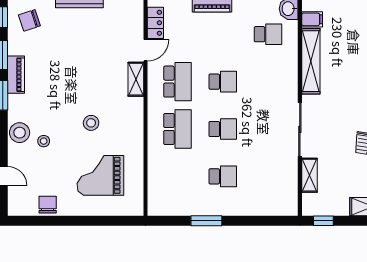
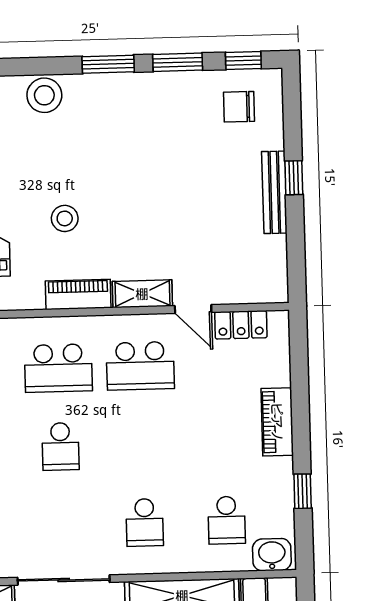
chair: (29, 20) -> (239, 107), turned -72
piano: (16, 75) -> (78, 294), moved, turned 180
school desk: (223, 82) -> (145, 522), moved
stool: (44, 141) -> (31, 137), removed

